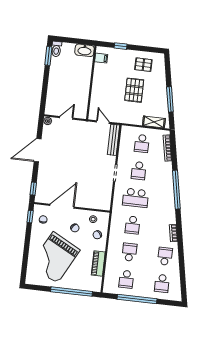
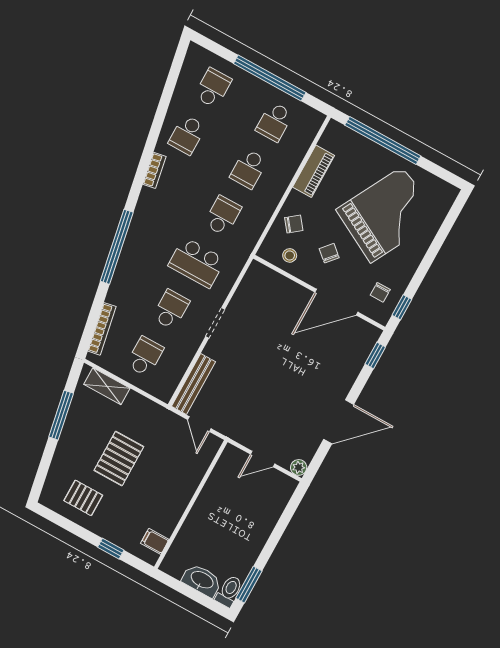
washbasin: (85, 50) -> (202, 580), moved
school desk: (136, 198) -> (197, 263), turned 180
school desk: (126, 279) -> (274, 122), turned 180

